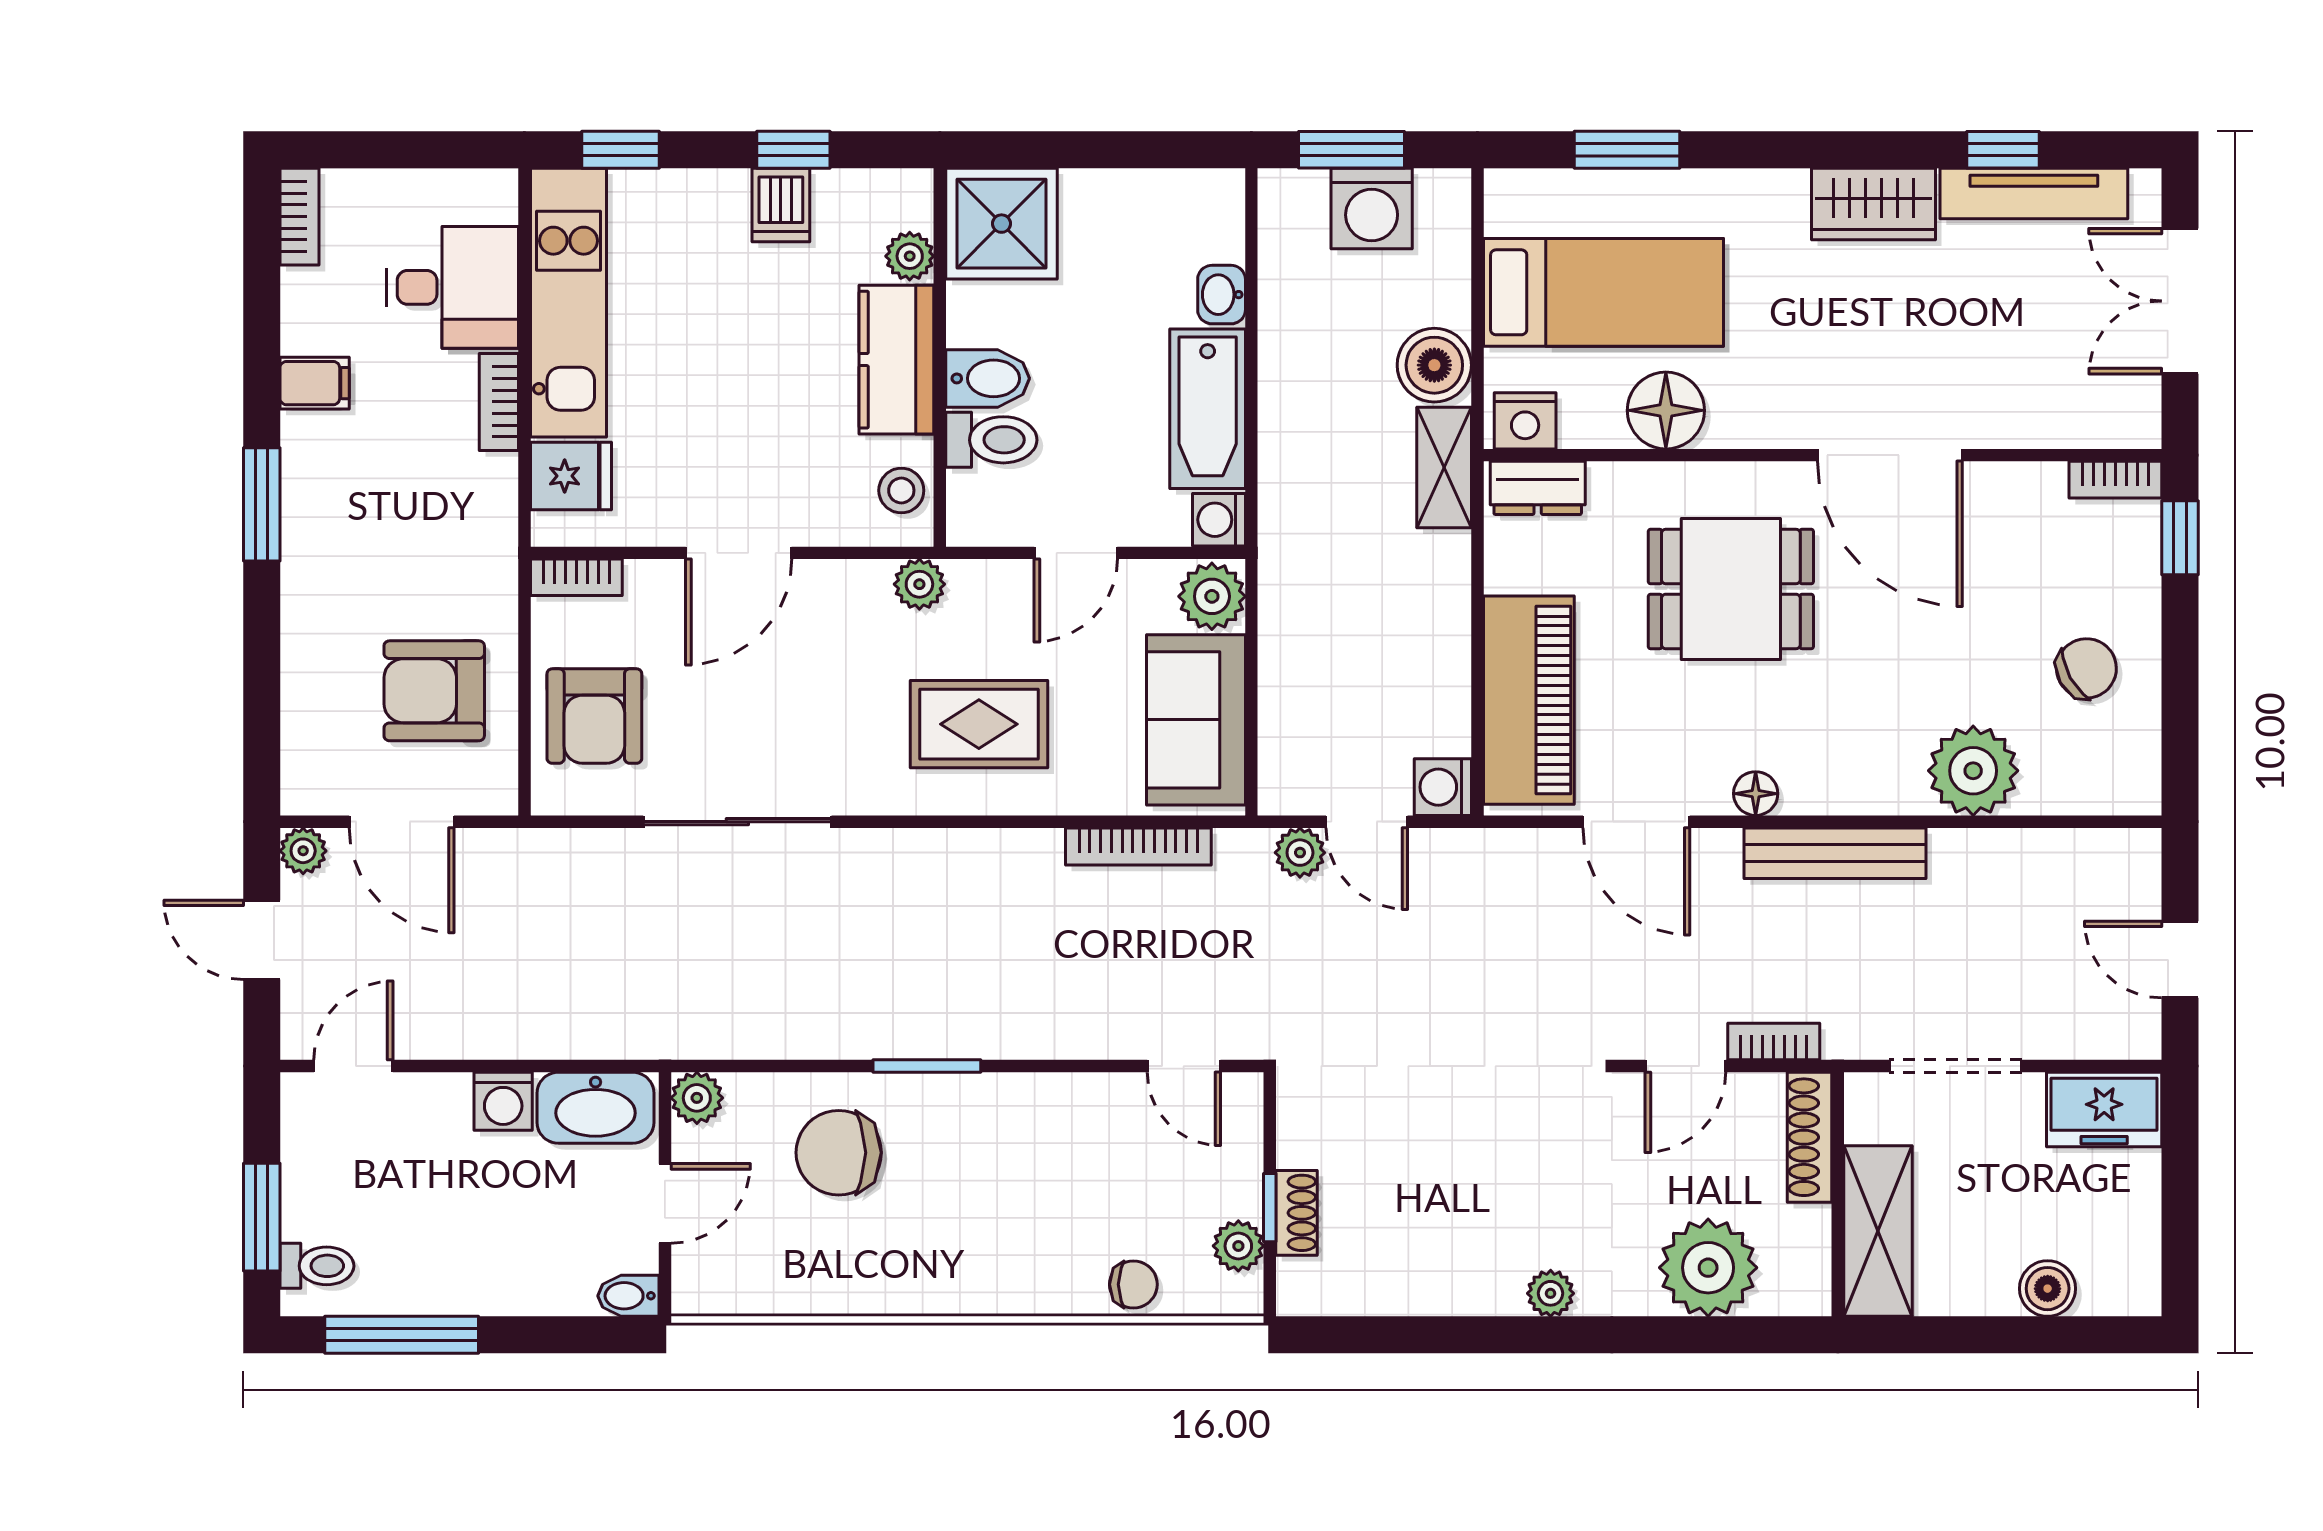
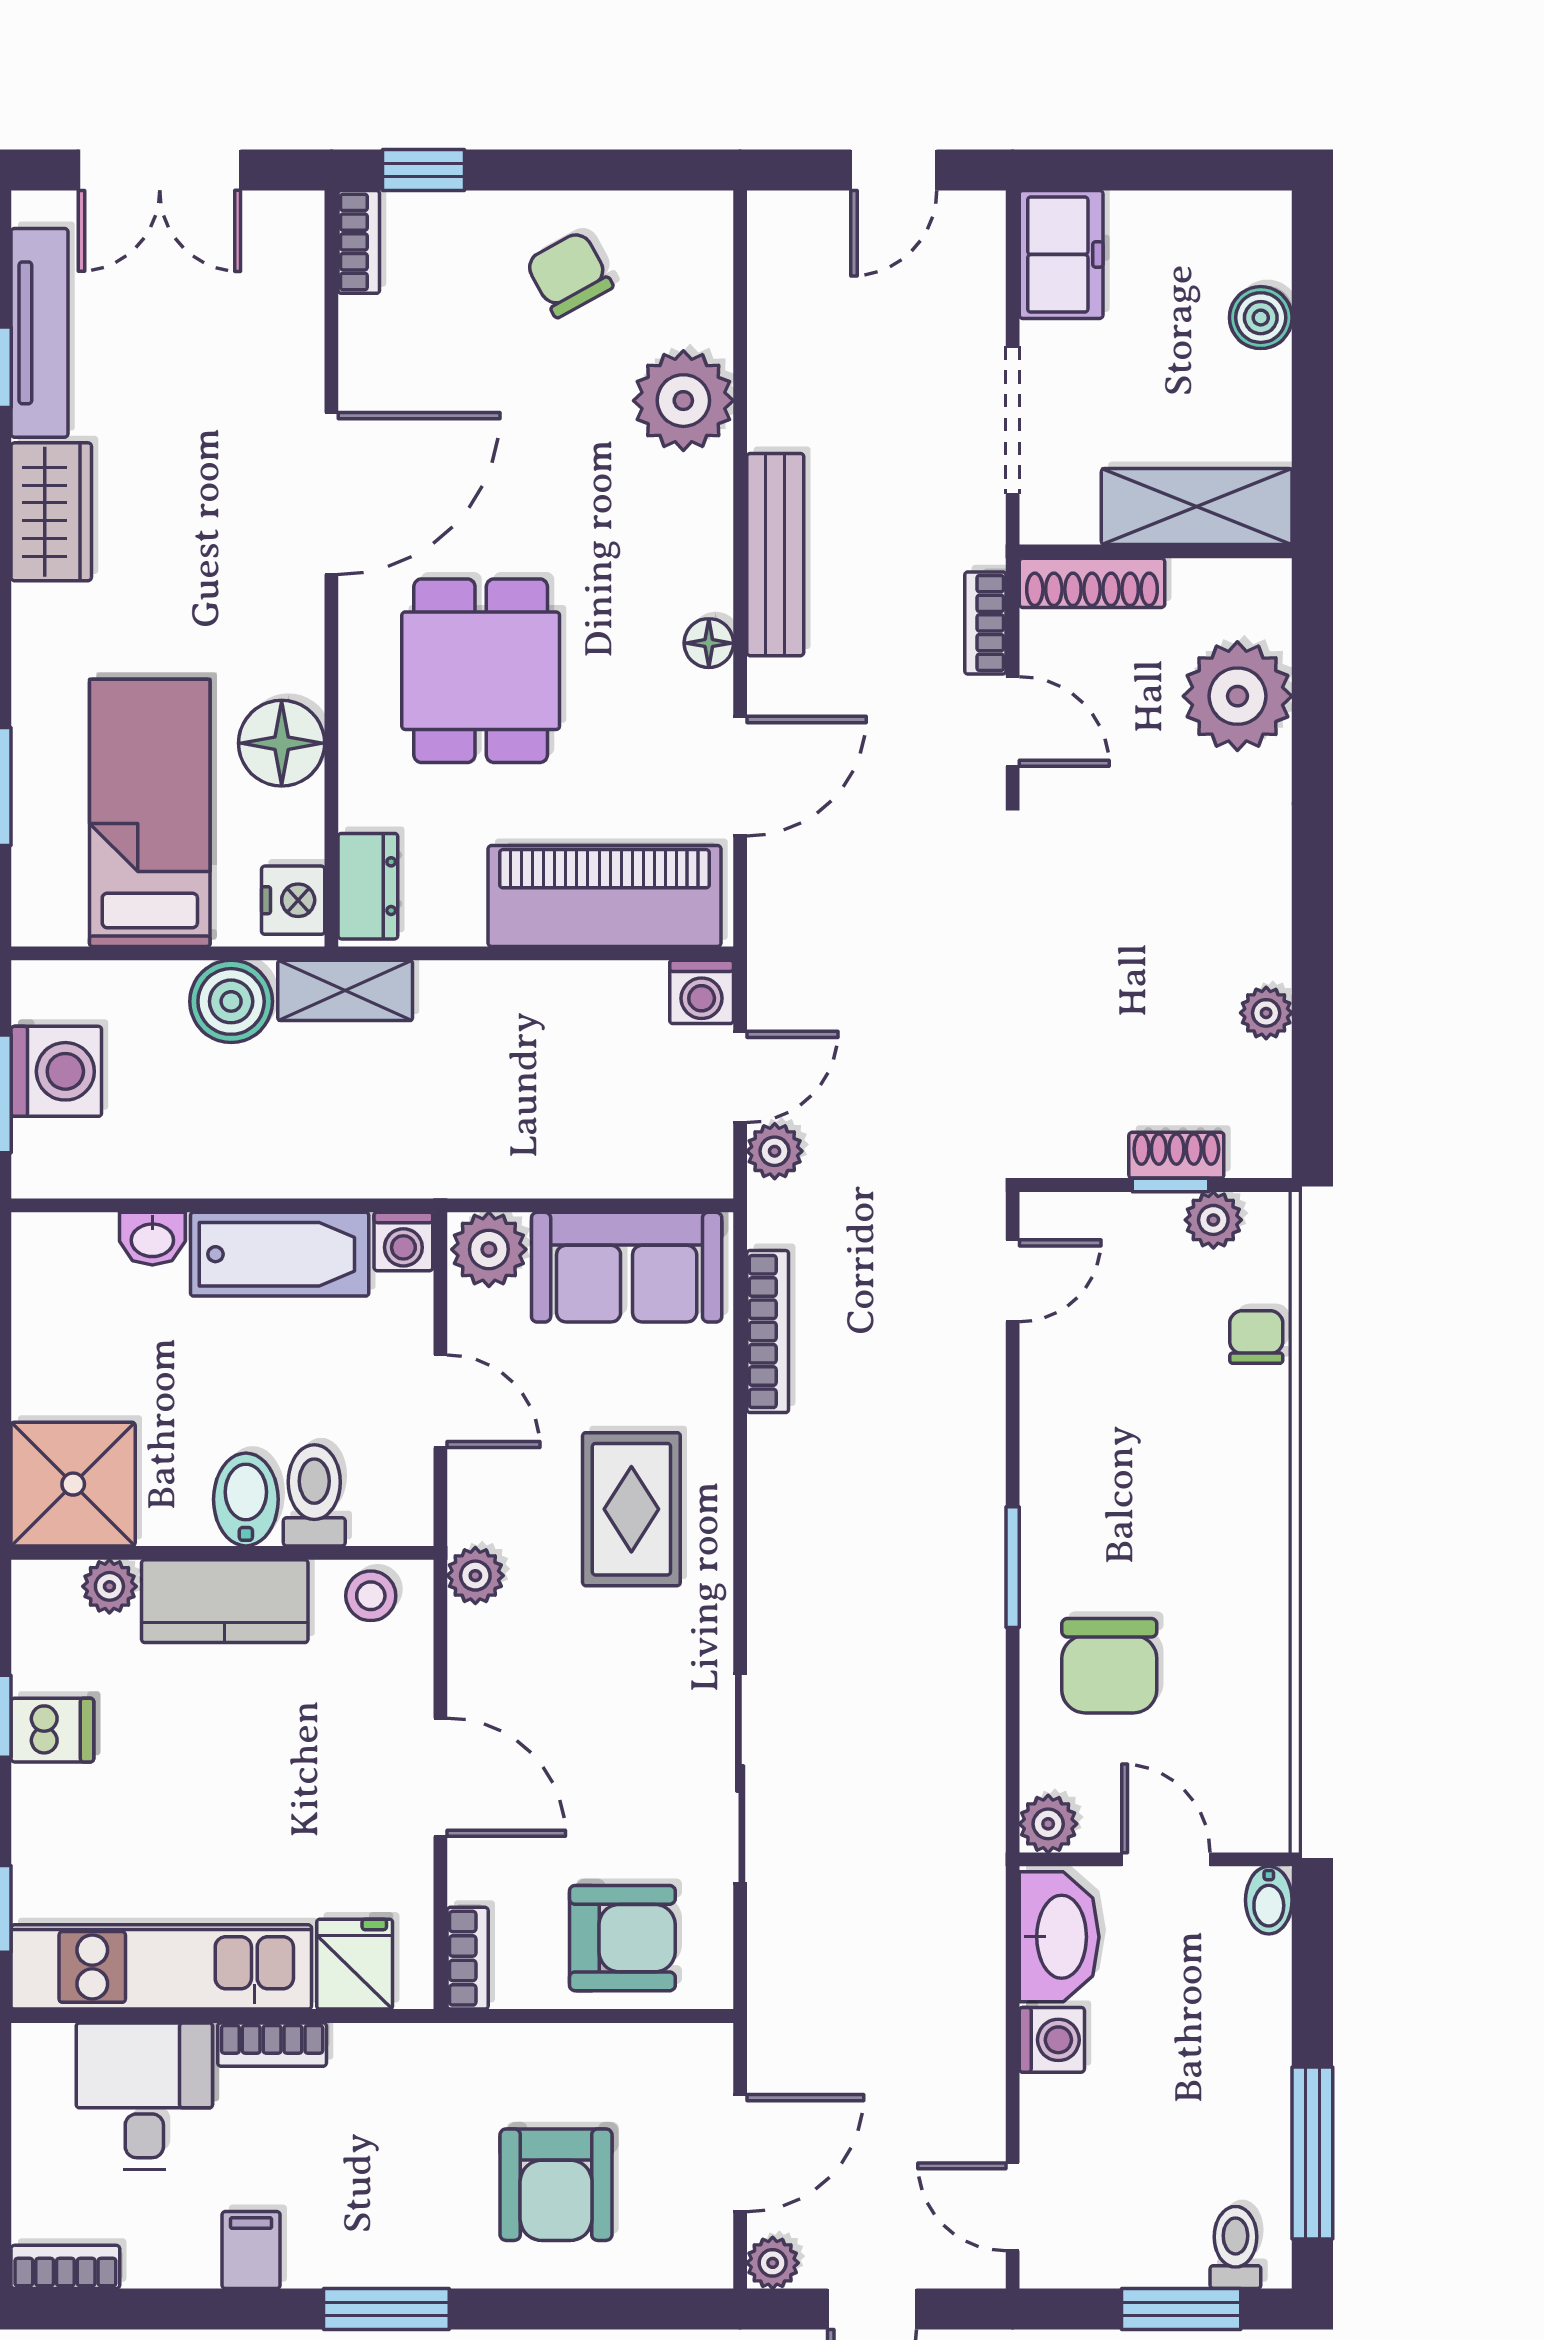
armchair: (434, 691) -> (556, 2185), moved
plant: (1551, 1293) -> (1266, 1013), moved

